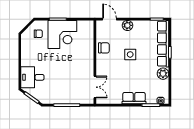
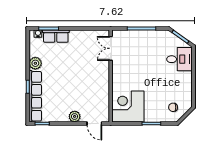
corner desk: (62, 34) -> (128, 106), moved
chair: (104, 48) -> (101, 92), removed
side table: (130, 54) -> (72, 84), removed
row of seats: (134, 98) -> (56, 36), moved

